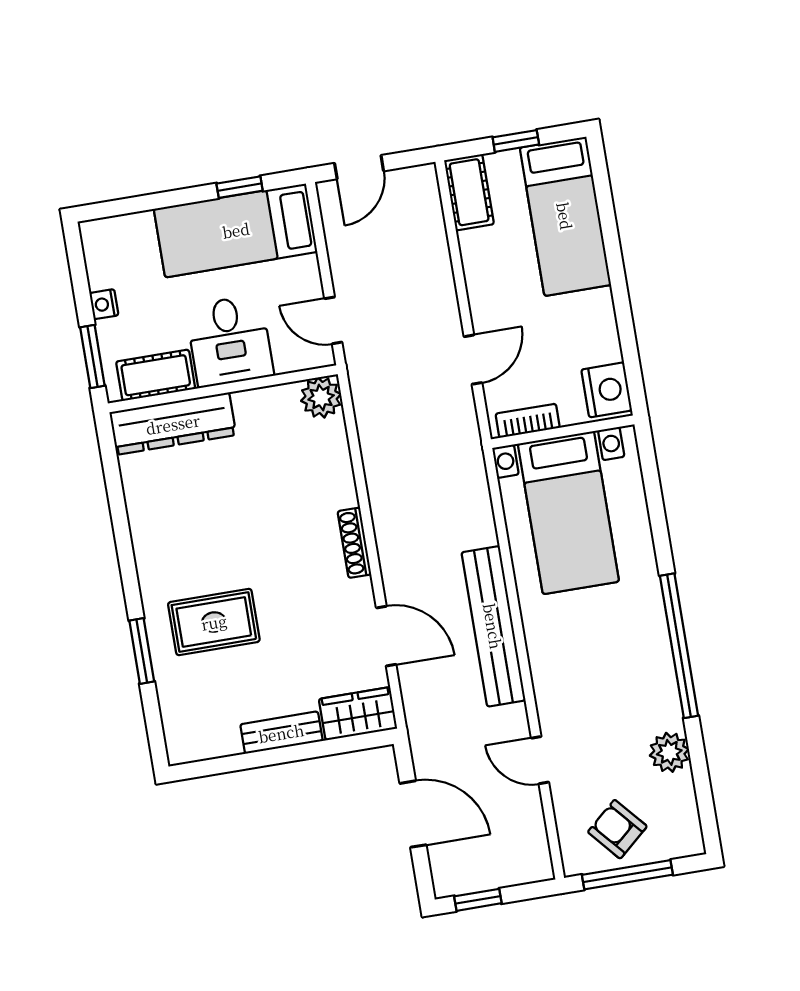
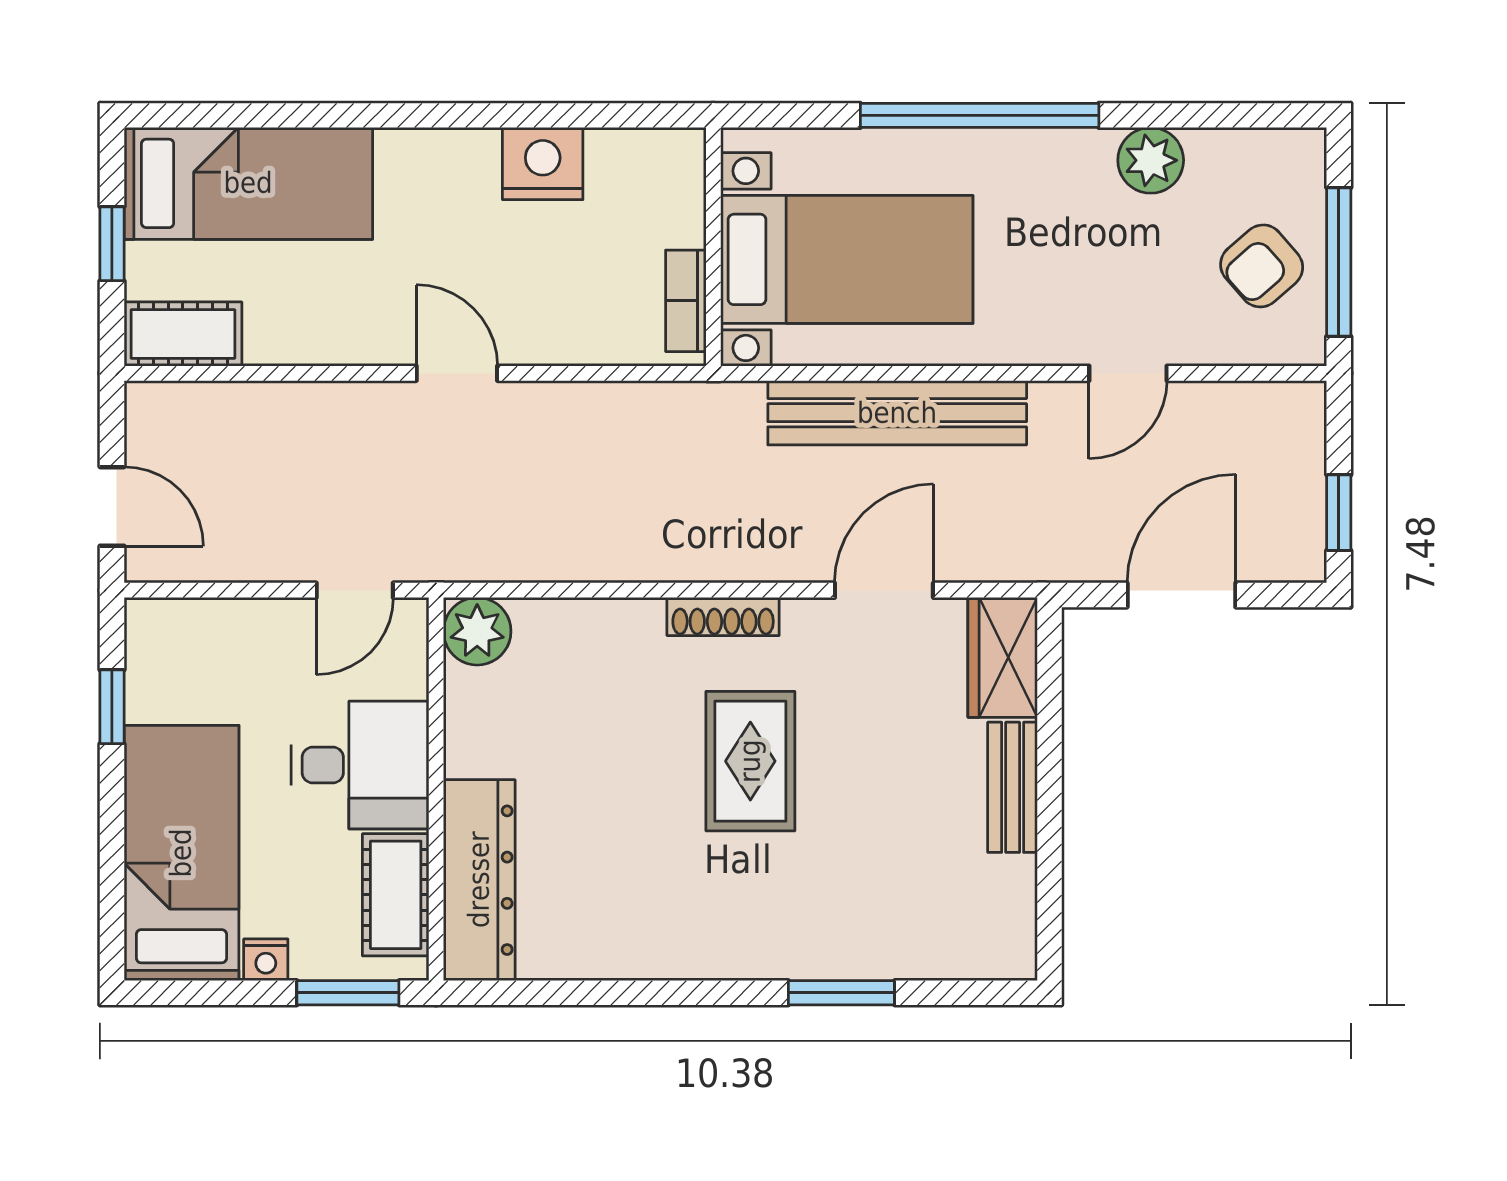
bed: (236, 230) -> (181, 853), moved, turned 180
bookcase: (528, 421) -> (686, 301), moved
wall: (563, 432) -> (713, 247), moved
bed with nightstands: (568, 513) -> (847, 259), moved
rug: (214, 622) -> (750, 761), moved

